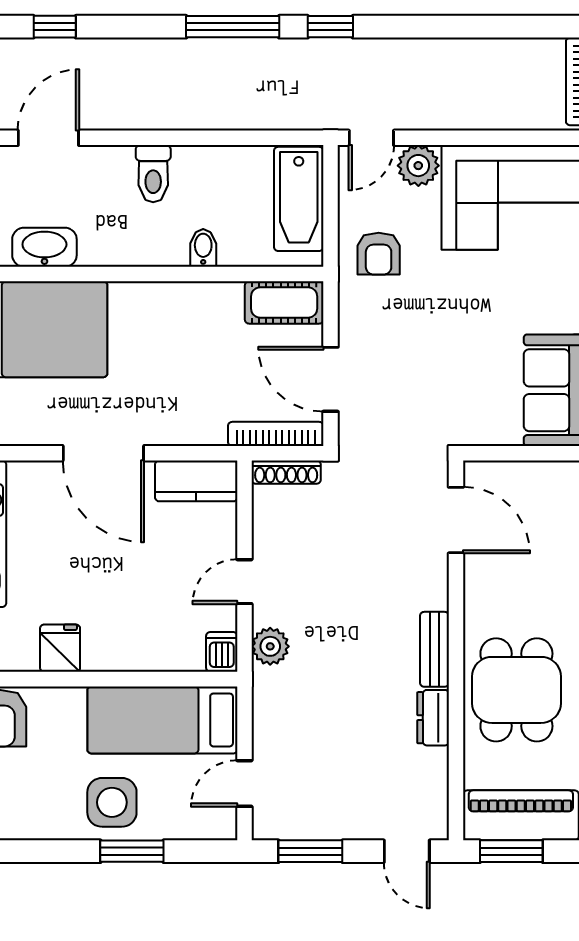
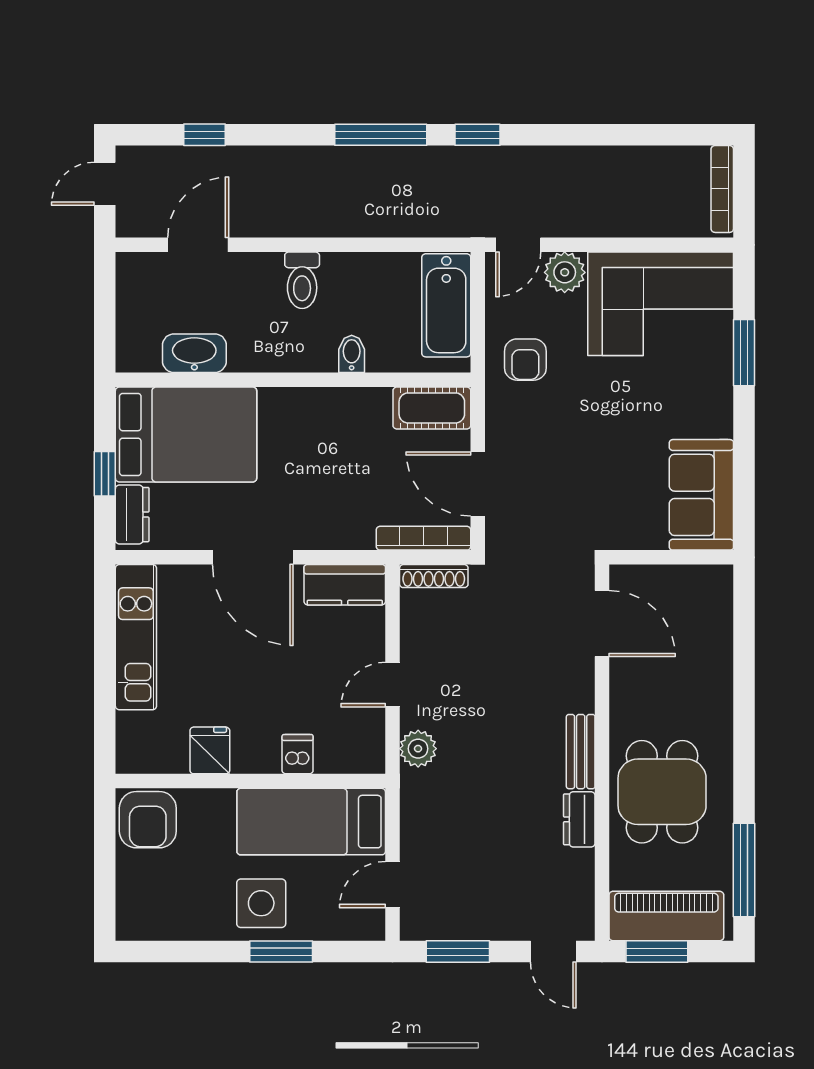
dishwasher: (222, 652) -> (298, 754), moved

